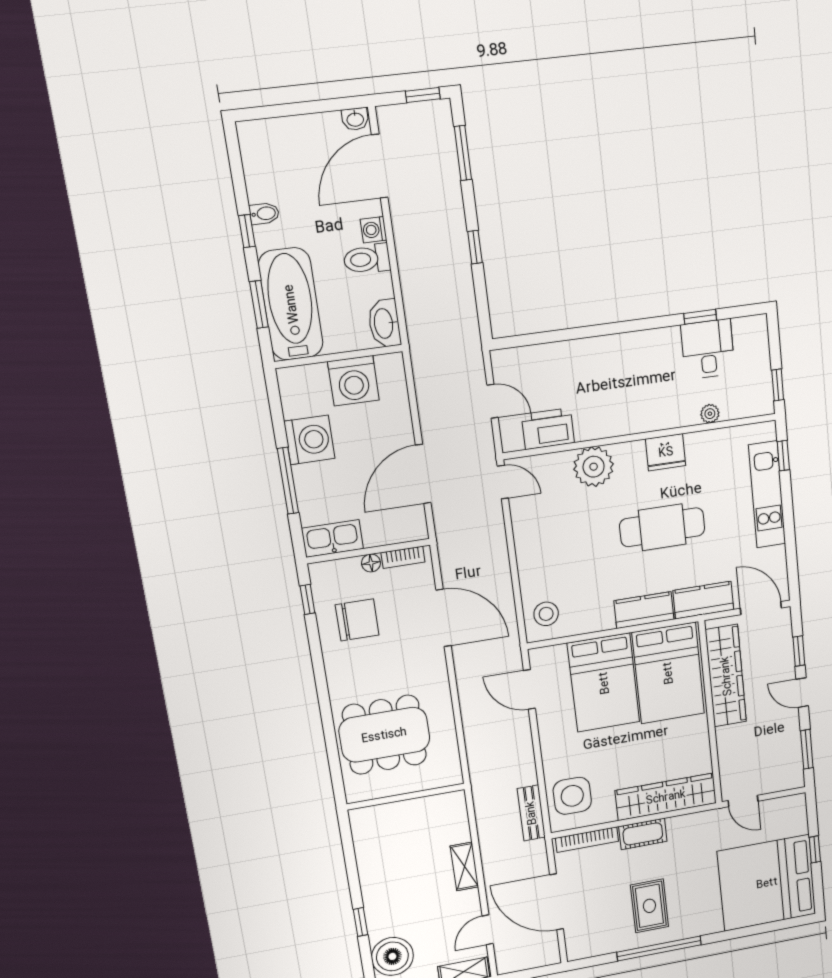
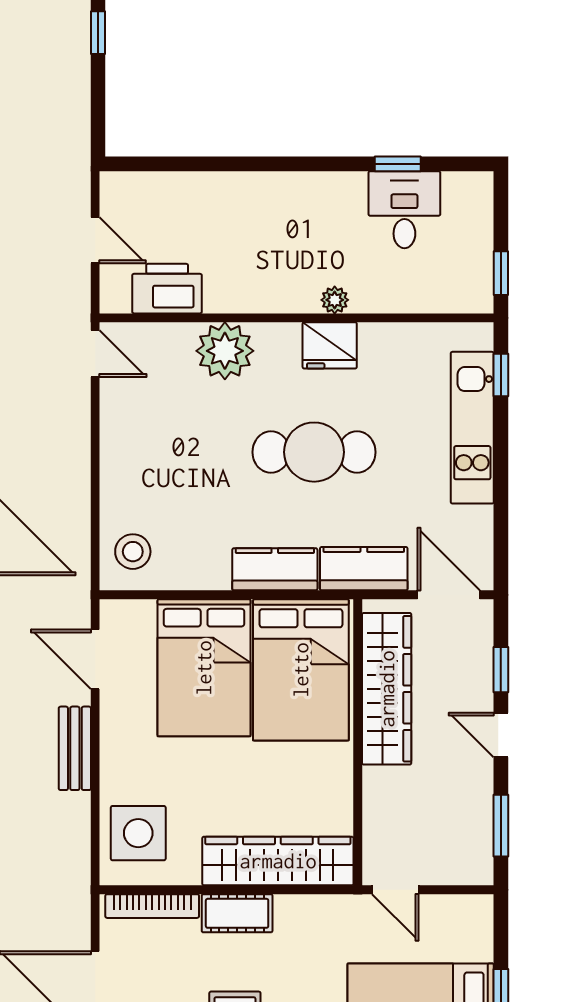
plant: (710, 414) -> (335, 300), moved
bench: (531, 813) -> (75, 748), moved

